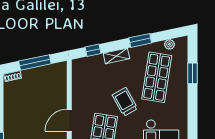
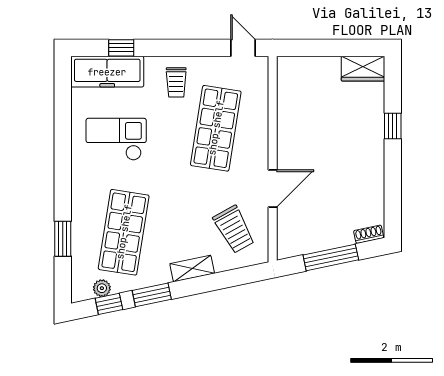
window: (93, 50) -> (109, 304), moved
trolley: (125, 102) -> (234, 229), moved
door: (69, 120) -> (273, 188), moved

